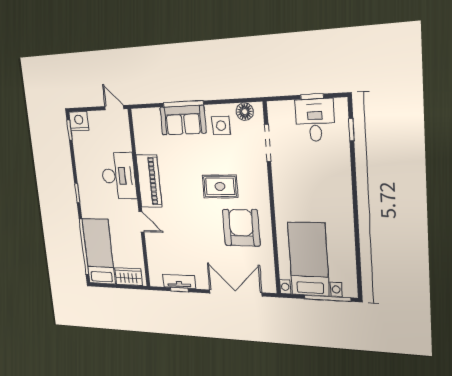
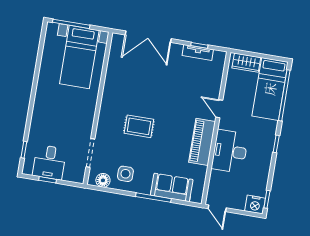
sofa: (183, 120) -> (172, 187), moved
armchair: (241, 228) -> (129, 90), removed

